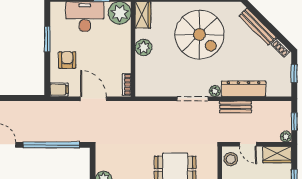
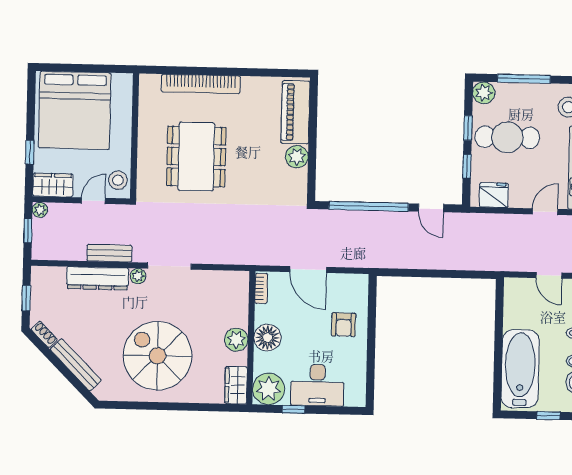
window: (47, 39) -> (371, 355), removed
floor lamp: (121, 49) -> (267, 338), added
filing cabinet: (59, 90) -> (356, 284), removed
door: (248, 144) -> (93, 201), hinge flipped

